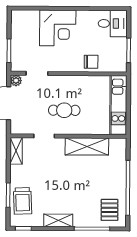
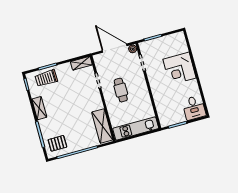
chair: (91, 62) -> (162, 100), removed
shelving: (87, 146) -> (102, 126), moved

